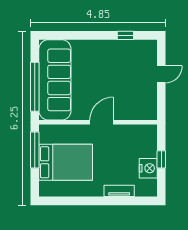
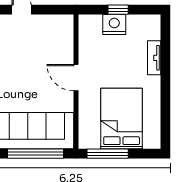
nightstand: (148, 168) -> (114, 25), moved

